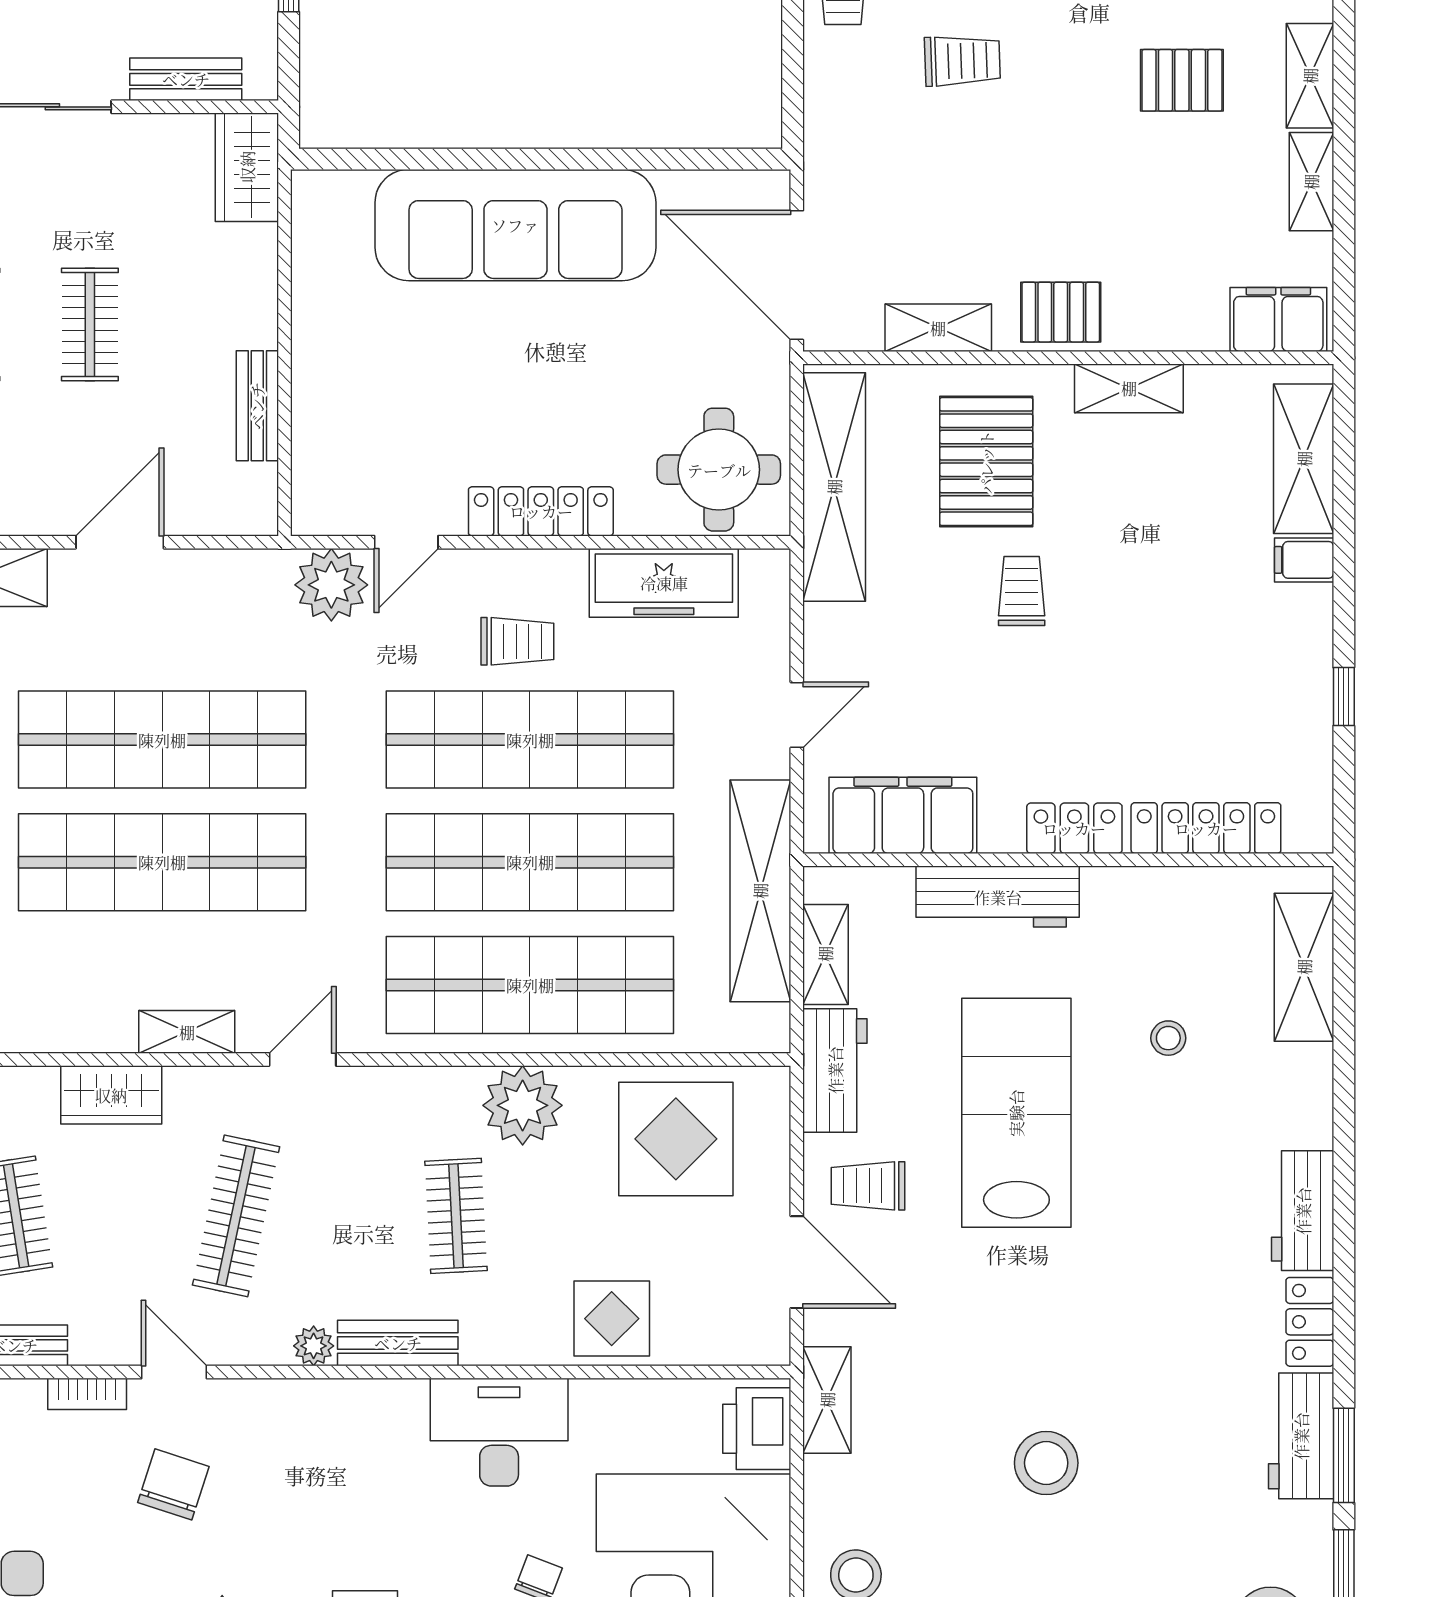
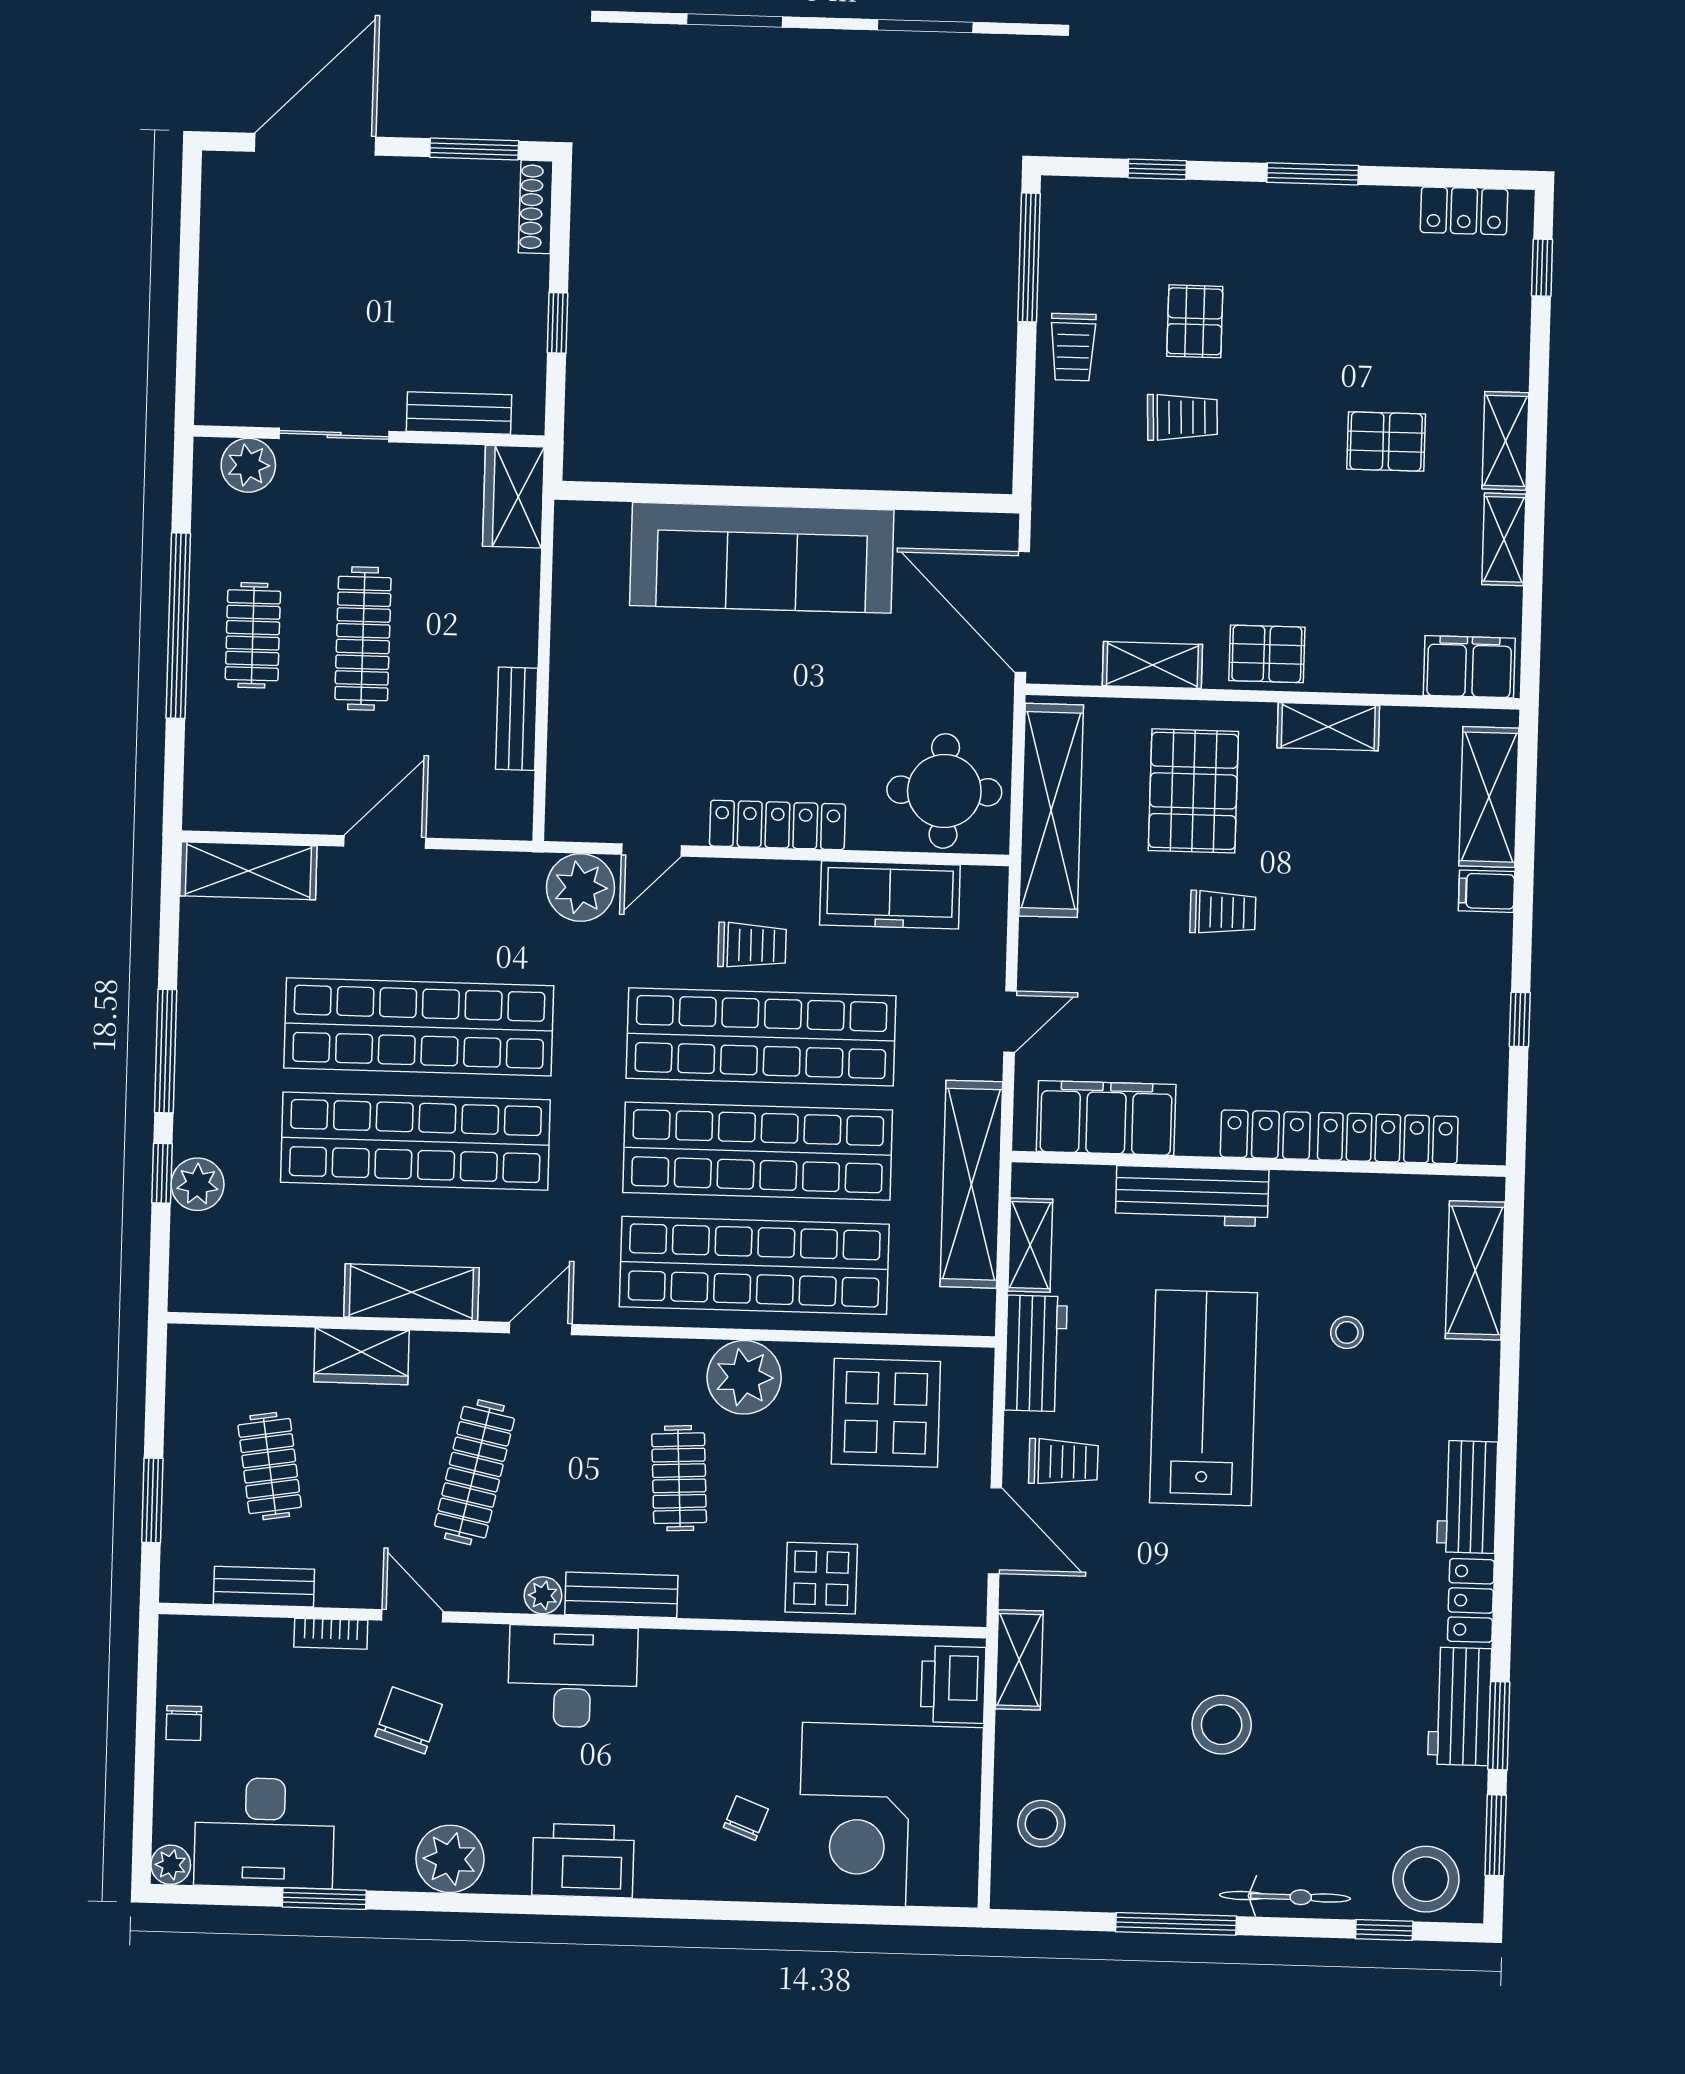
clothes rail: (90, 325) -> (363, 639), width x1.36
trolley: (1022, 591) -> (1223, 912), turned 90
shelving: (187, 1032) -> (411, 1292), width x1.50, depth x1.33
trolley: (868, 1186) -> (1063, 1462), turned 180
desk: (499, 1432) -> (573, 1677), moved

